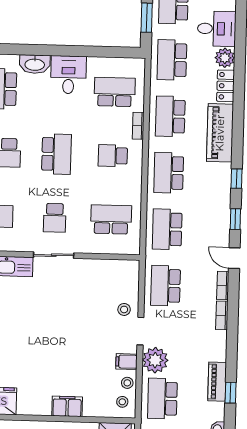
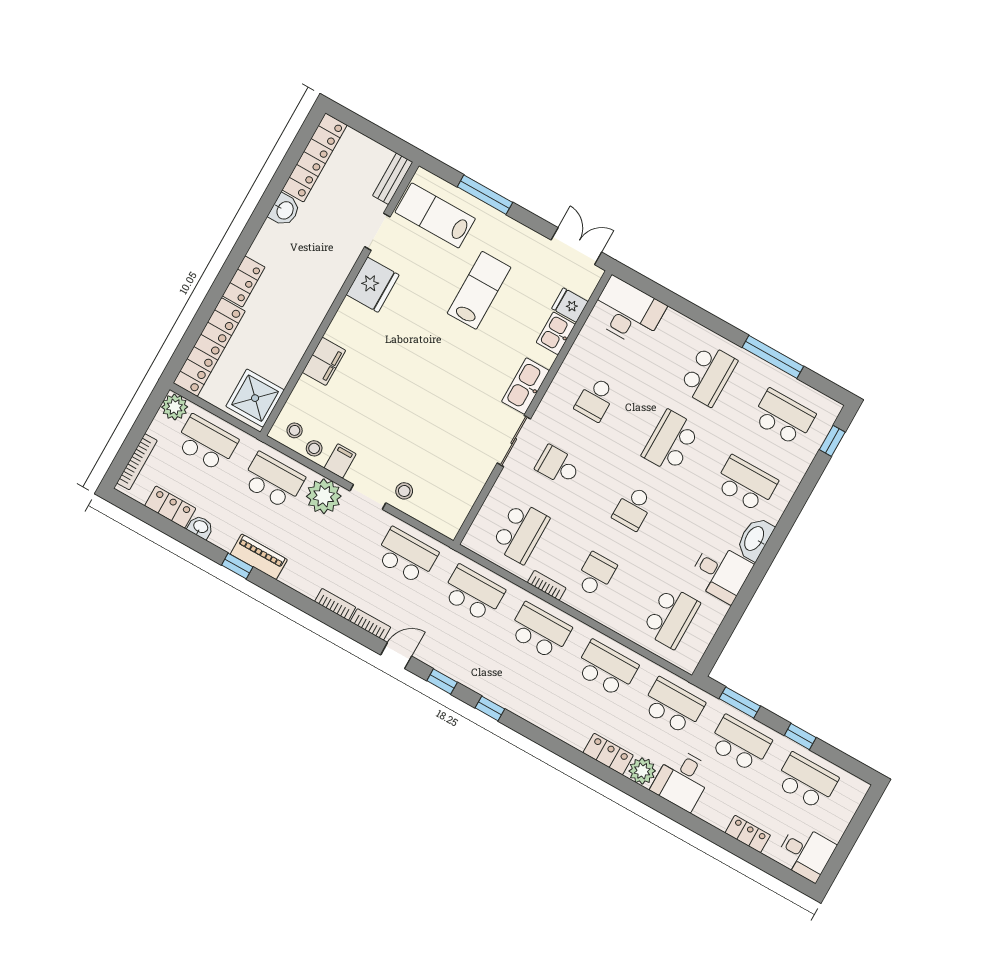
bookcase: (138, 126) -> (547, 585), moved
piano: (220, 133) -> (555, 718), removed
school desk: (56, 154) -> (633, 508), width x0.54

